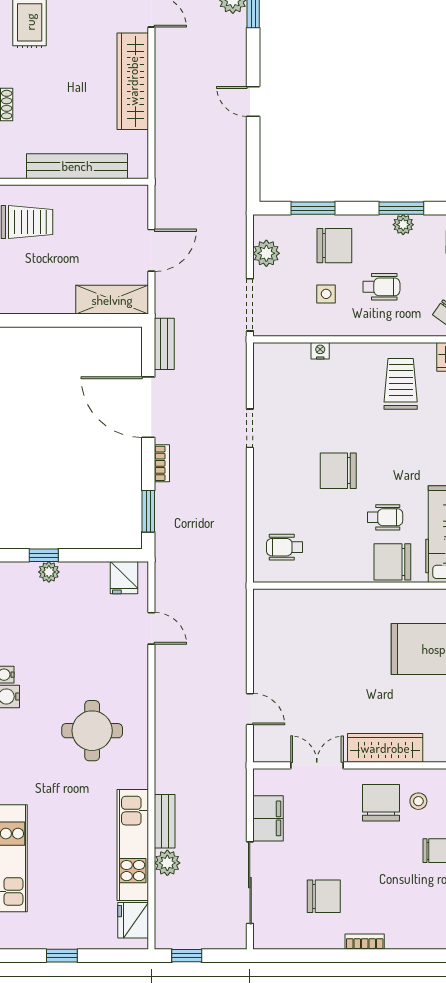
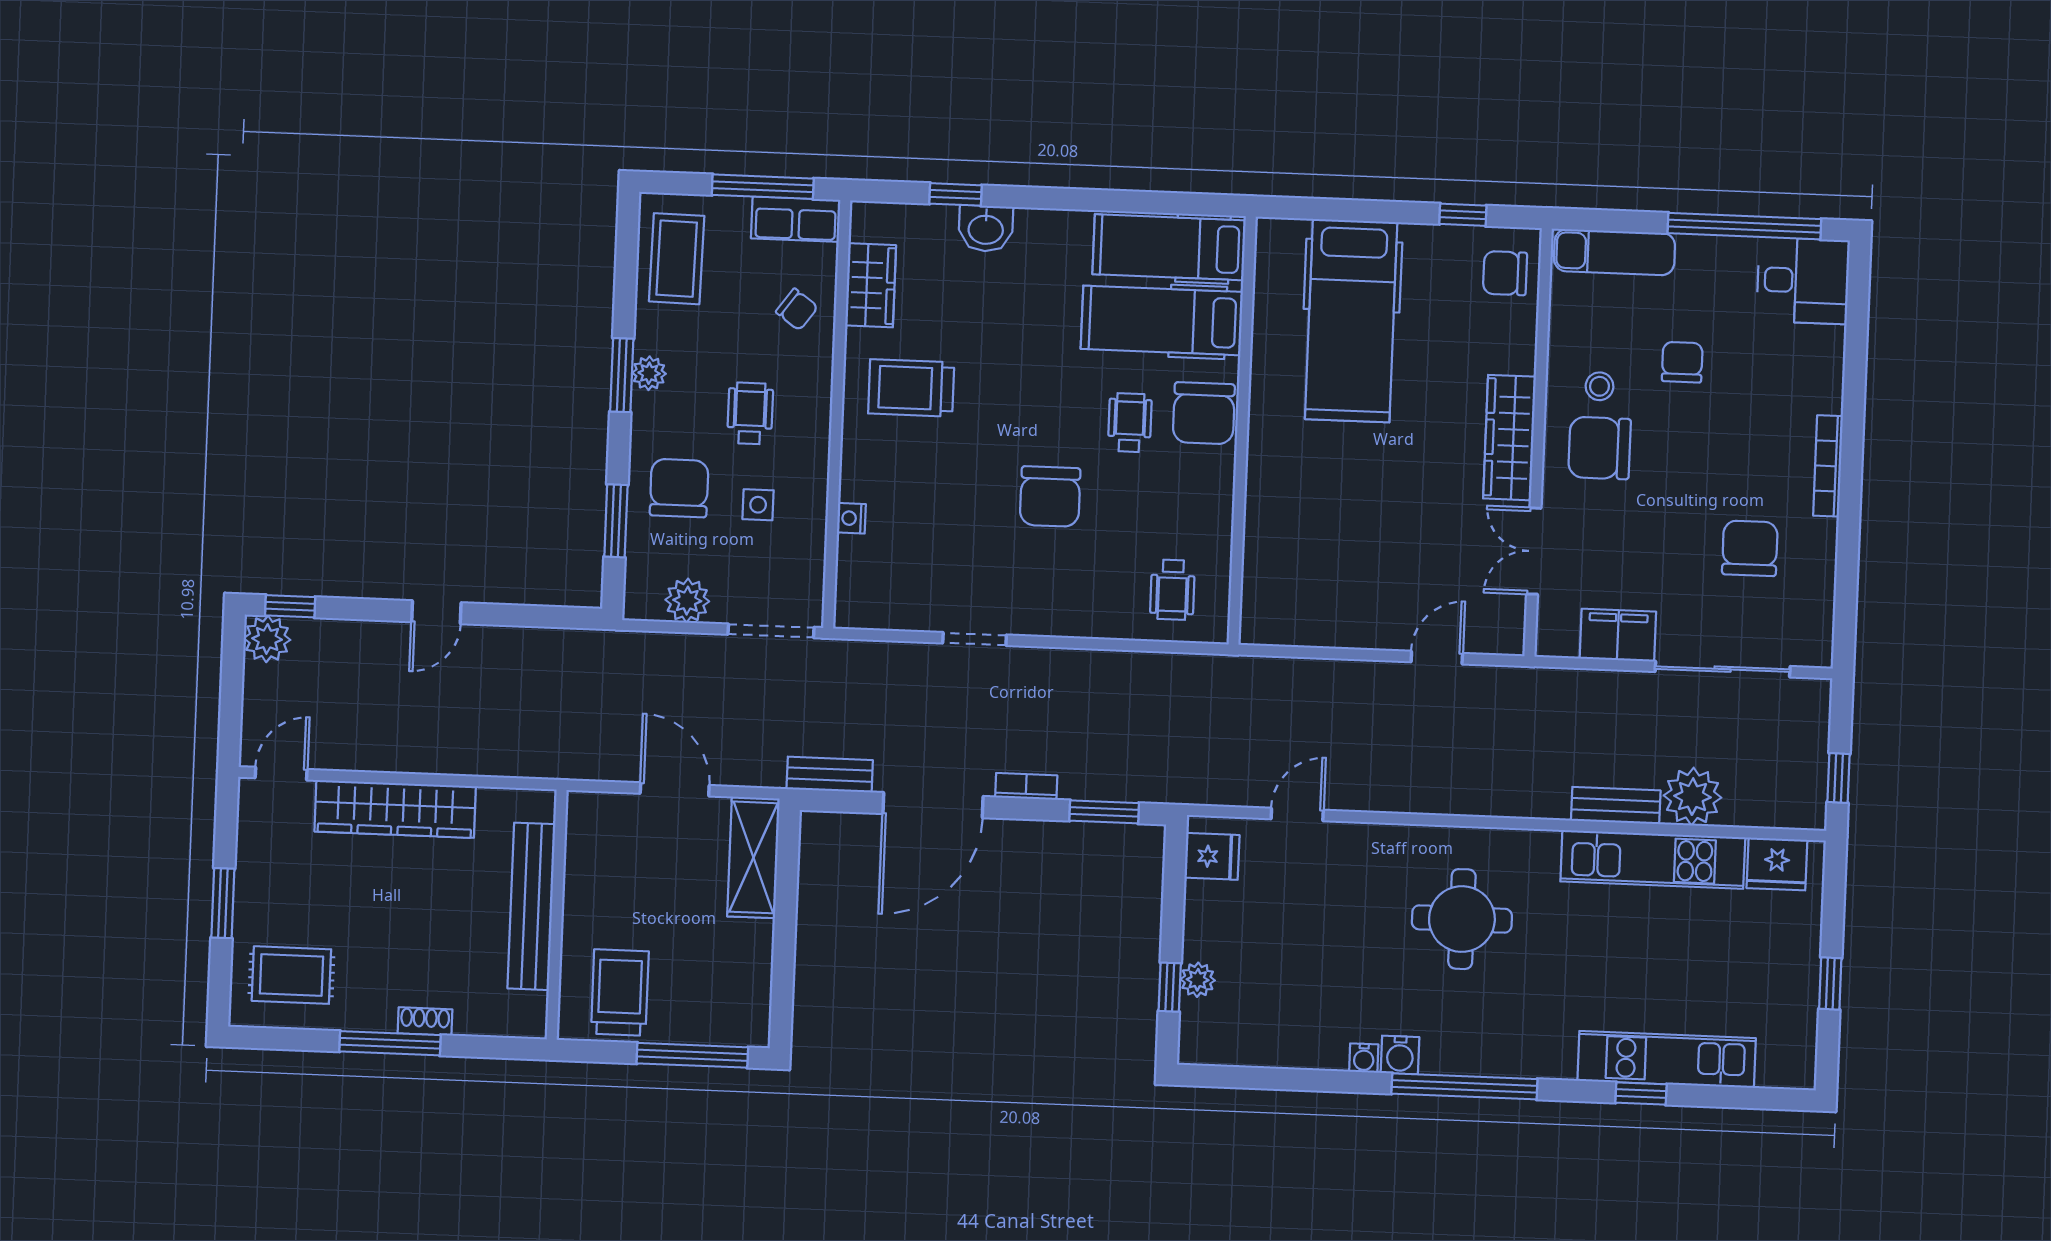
plant: (167, 863) -> (1692, 797), width x1.36, depth x1.36
bookcase: (365, 942) -> (1828, 466), width x1.56

